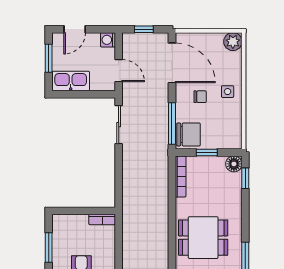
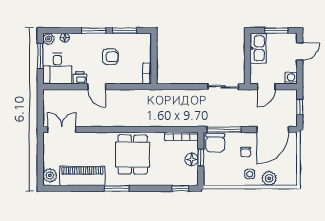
door: (75, 29) -> (300, 51), swing flipped
plant: (233, 42) -> (269, 178), moved
floor lamp: (234, 164) -> (192, 159), moved

